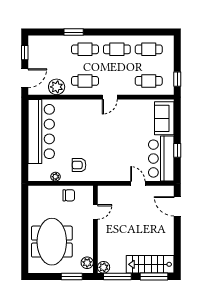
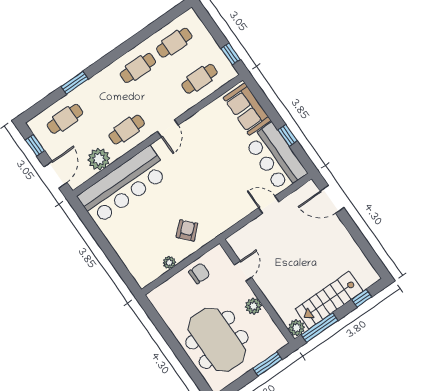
cafe table: (85, 49) -> (65, 119), moved
bar counter: (41, 132) -> (123, 185), moved, turned 90
armchair: (79, 165) -> (187, 230), turned 137
plant: (87, 263) -> (253, 306), moved
stairs: (150, 264) -> (329, 300), moved
window: (154, 277) -> (362, 298), width x0.46

